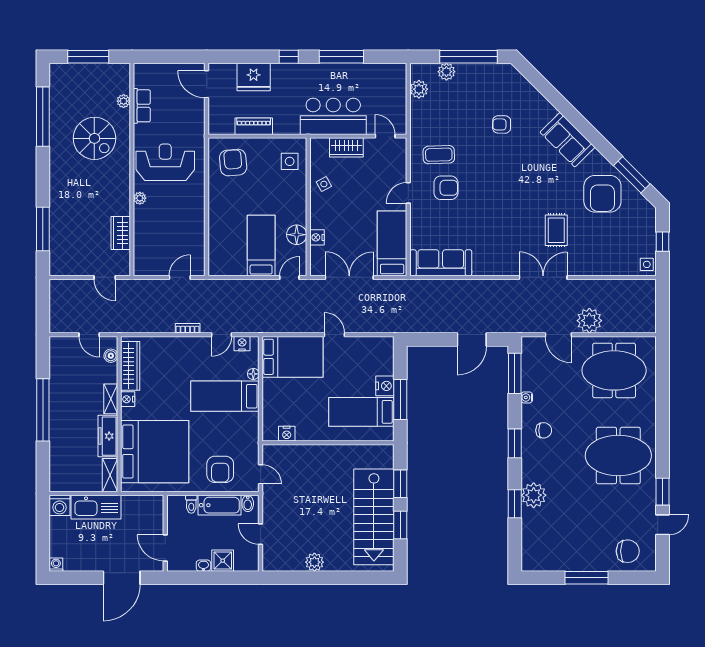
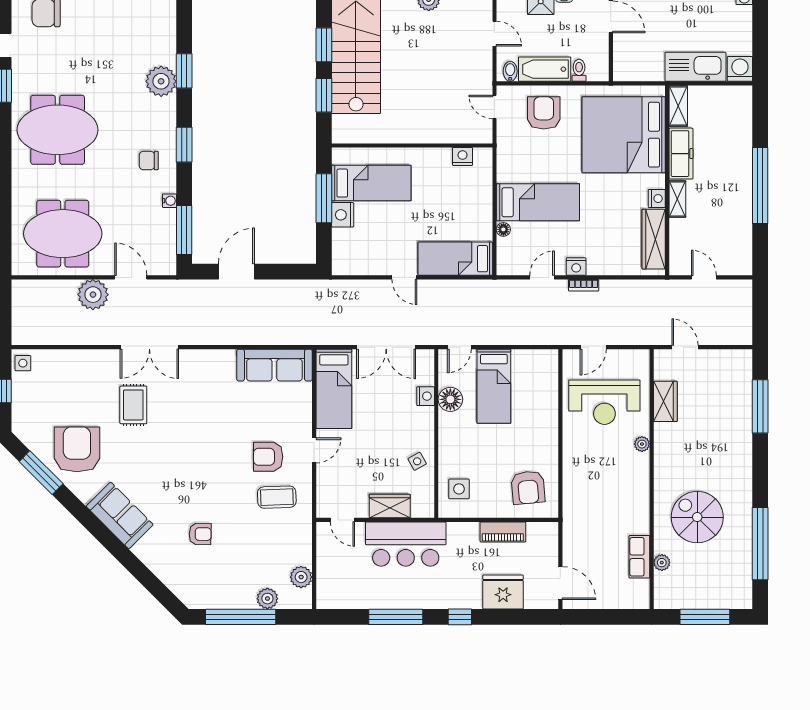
reception desk: (165, 162) -> (604, 402), moved
nightstand: (242, 344) -> (576, 267), moved
boiler: (111, 356) -> (677, 252), removed
bed: (293, 357) -> (455, 259), width x0.67

